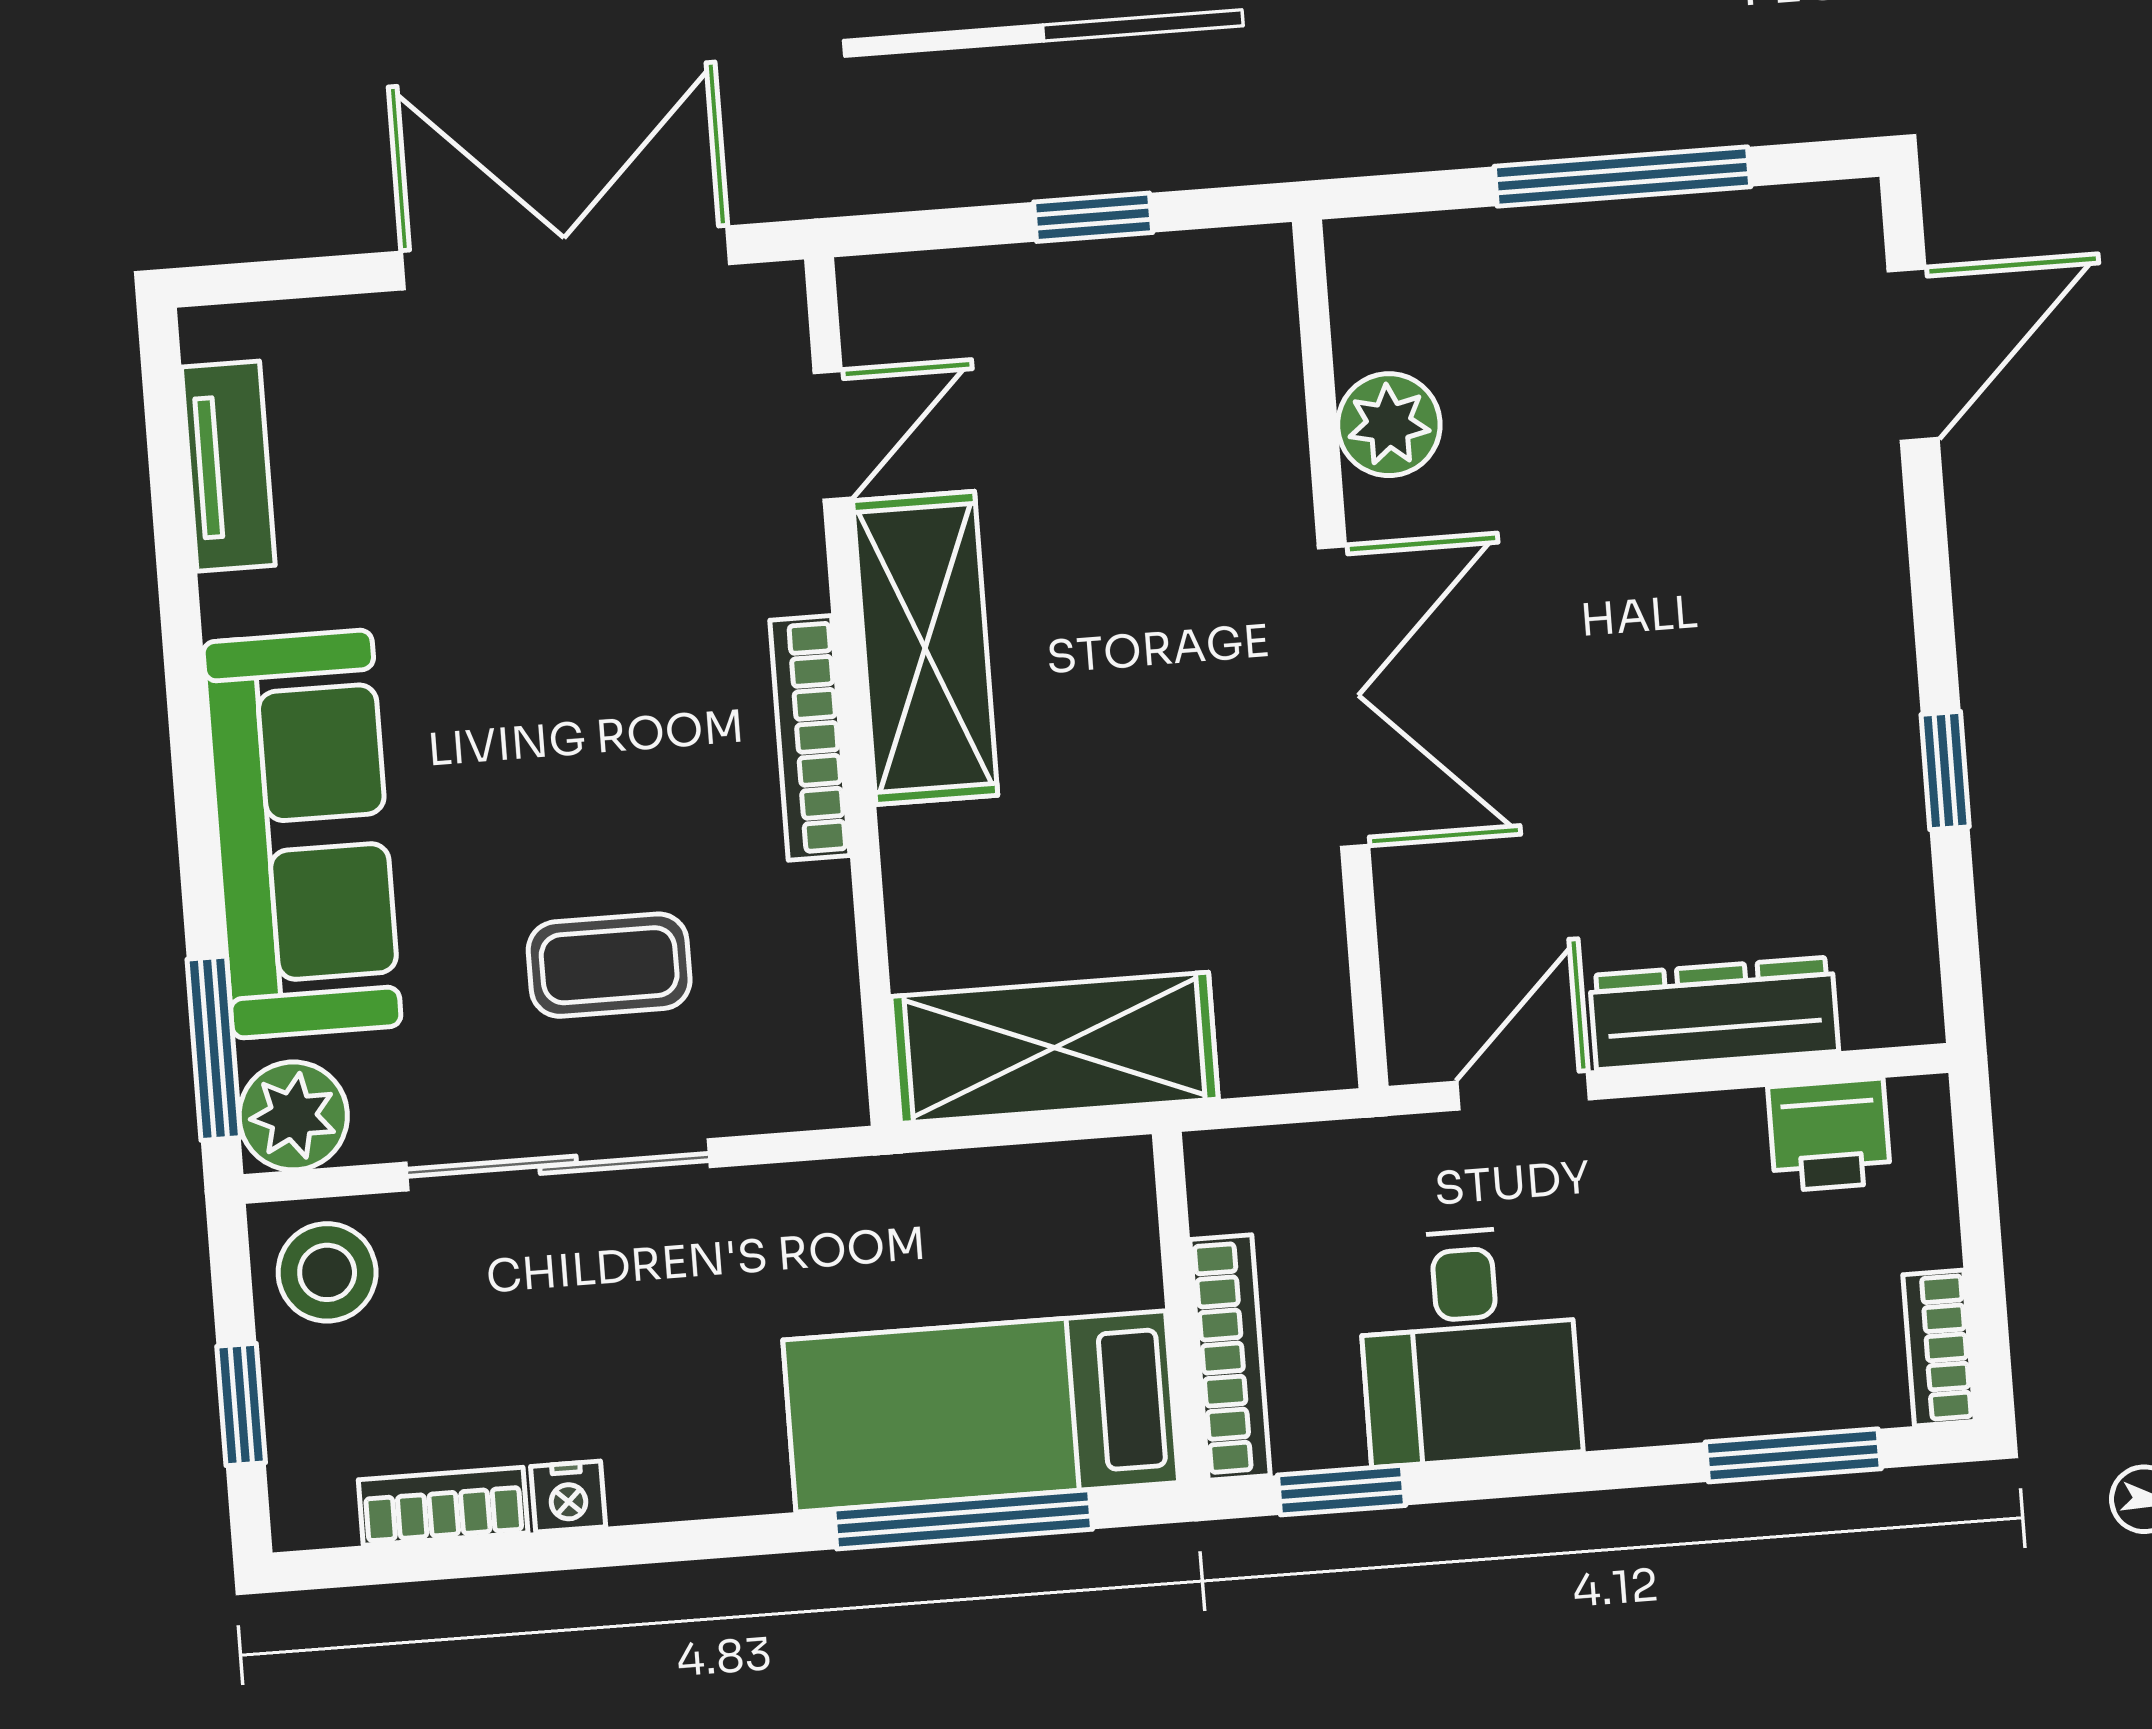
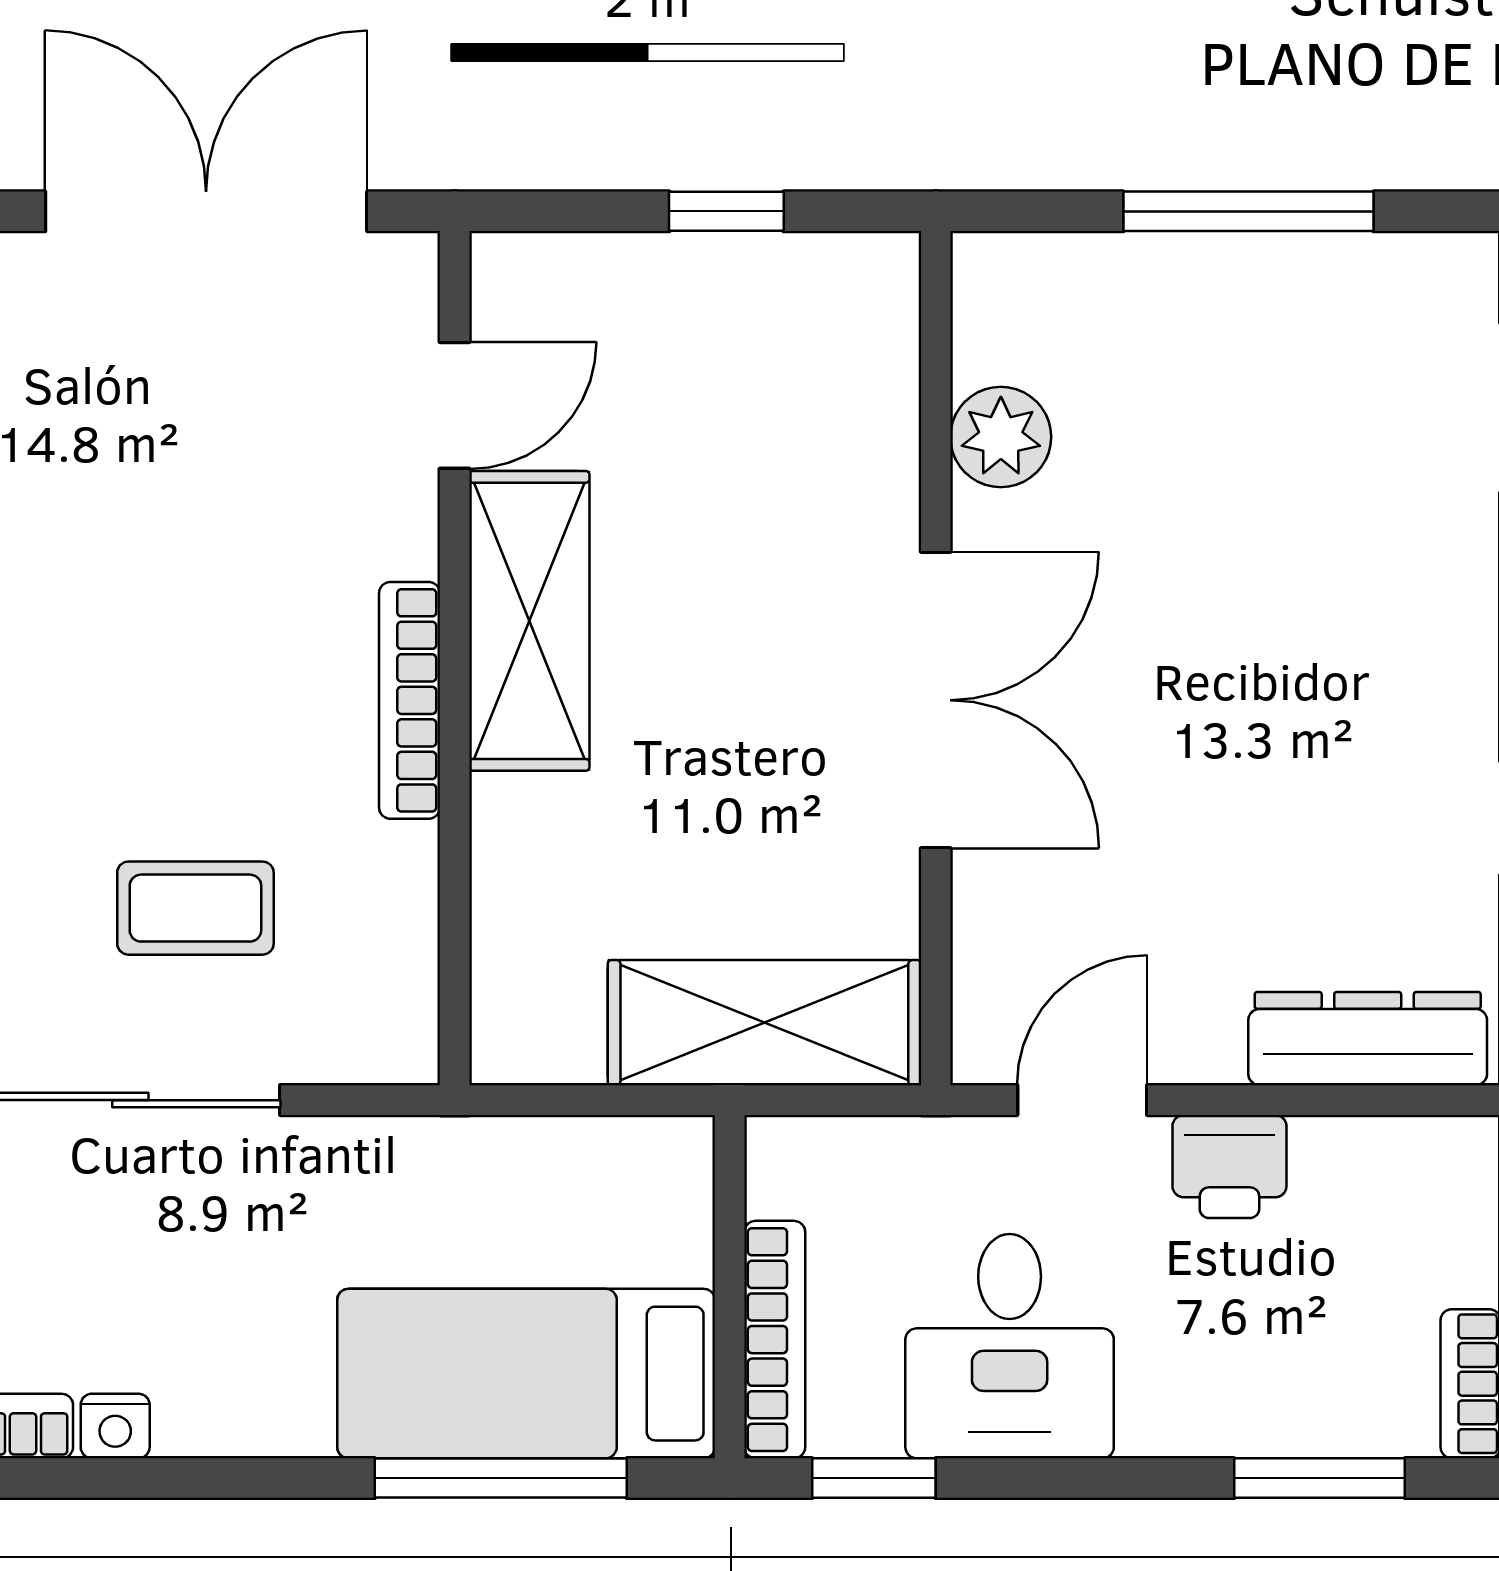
dresser: (1714, 1013) -> (1368, 1039), moved
shelving: (1055, 1048) -> (764, 1023), moved
printer: (1829, 1135) -> (1229, 1166), moved

